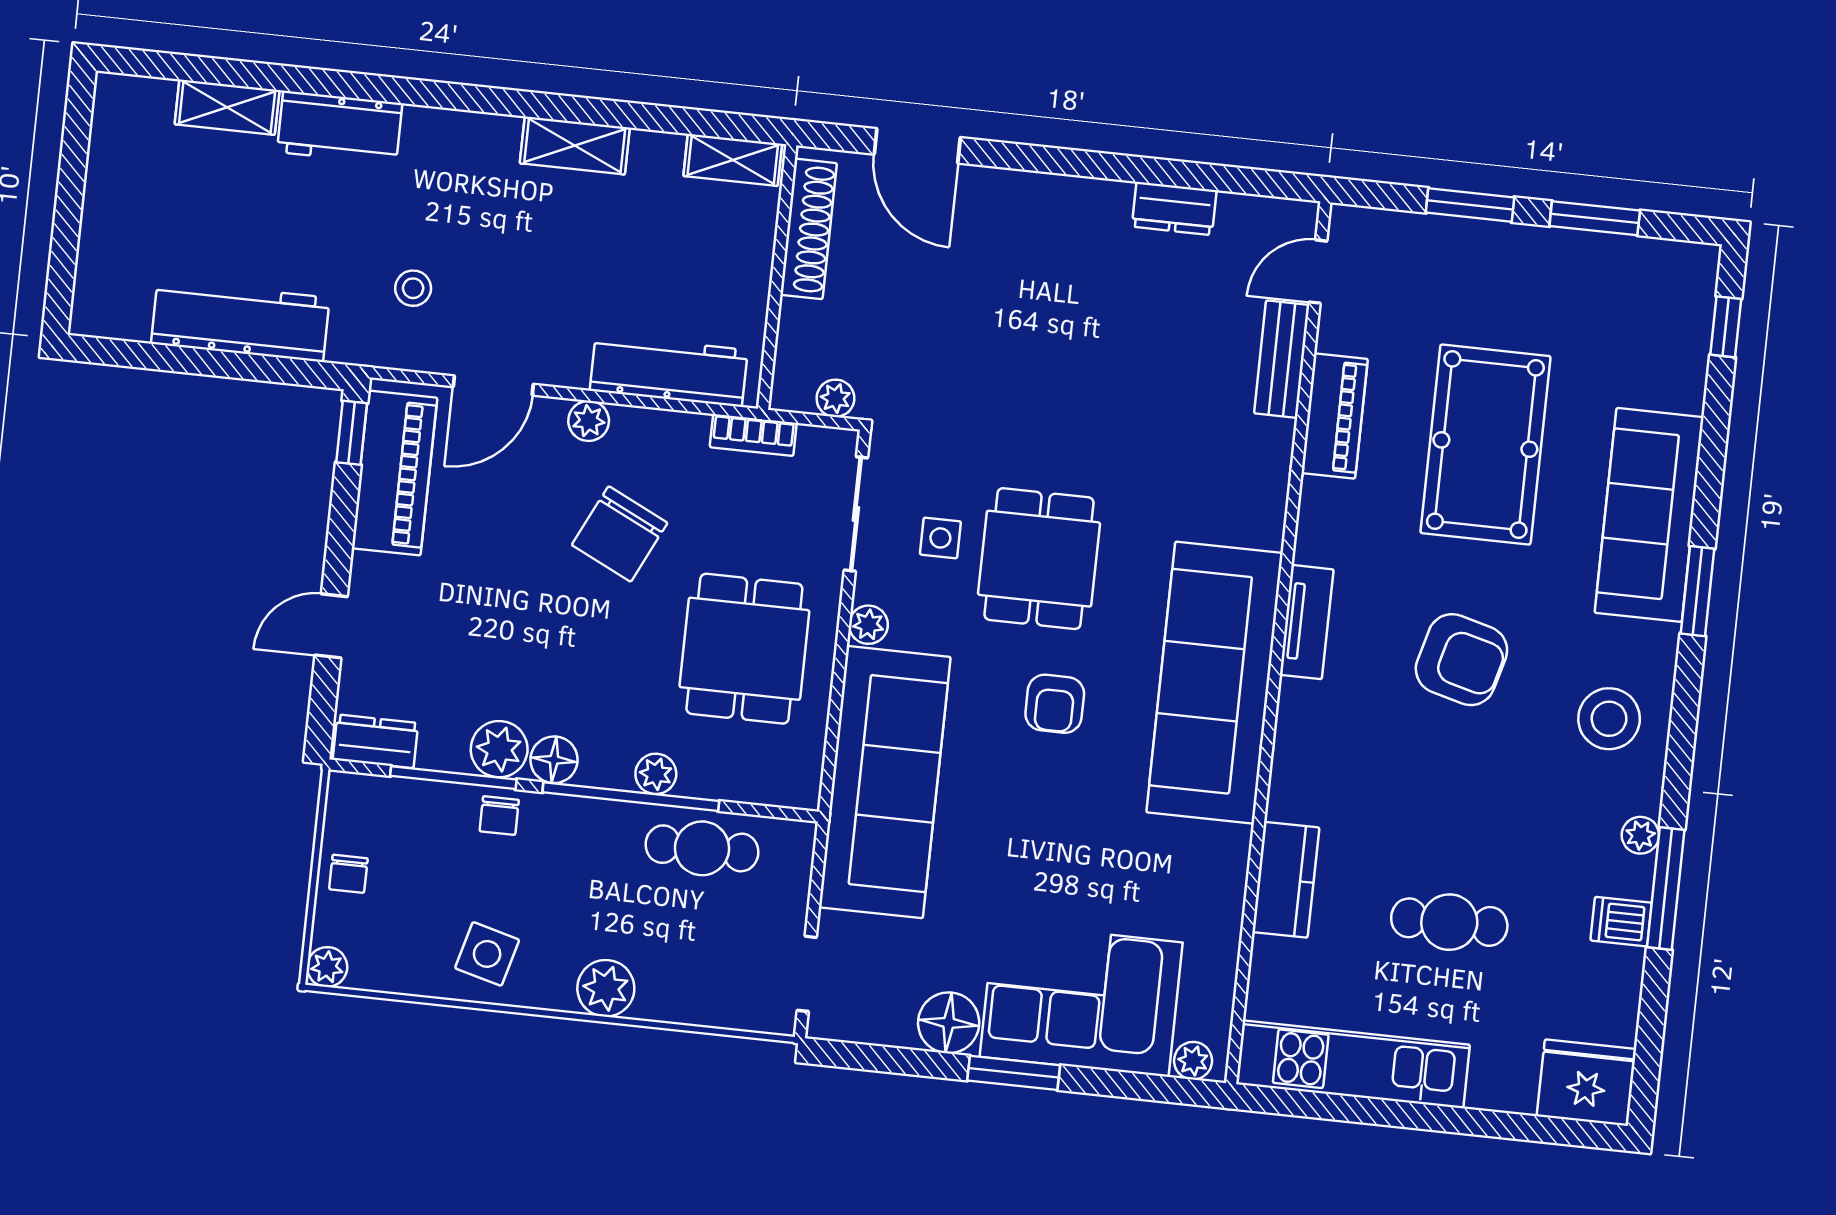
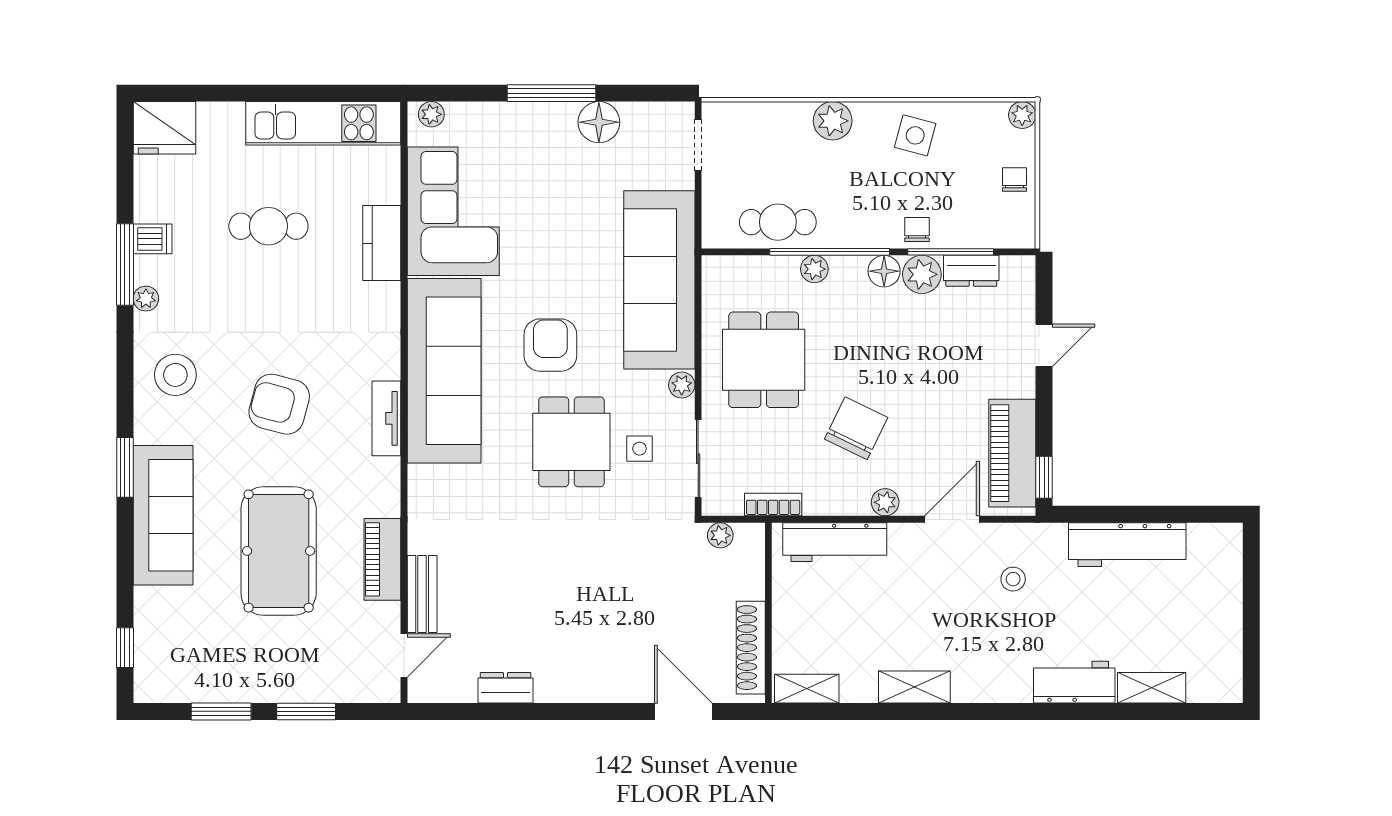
armchair: (1055, 704) -> (550, 345), width x1.38, depth x1.38
dresser: (375, 741) -> (971, 271), moved
corner sofa: (1081, 1000) -> (453, 211), moved, turned -90
window: (1014, 1073) -> (552, 93), width x1.44

